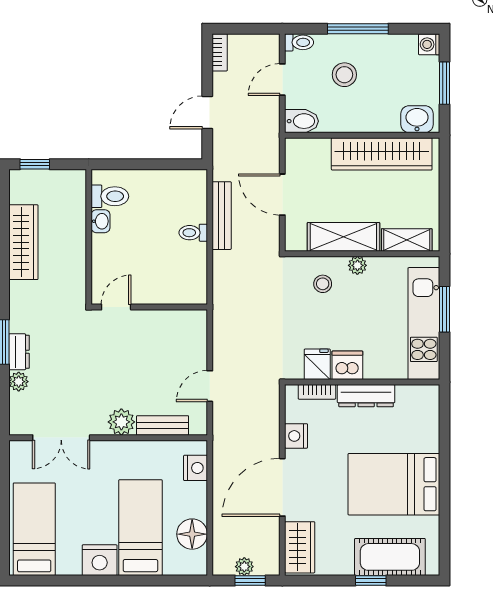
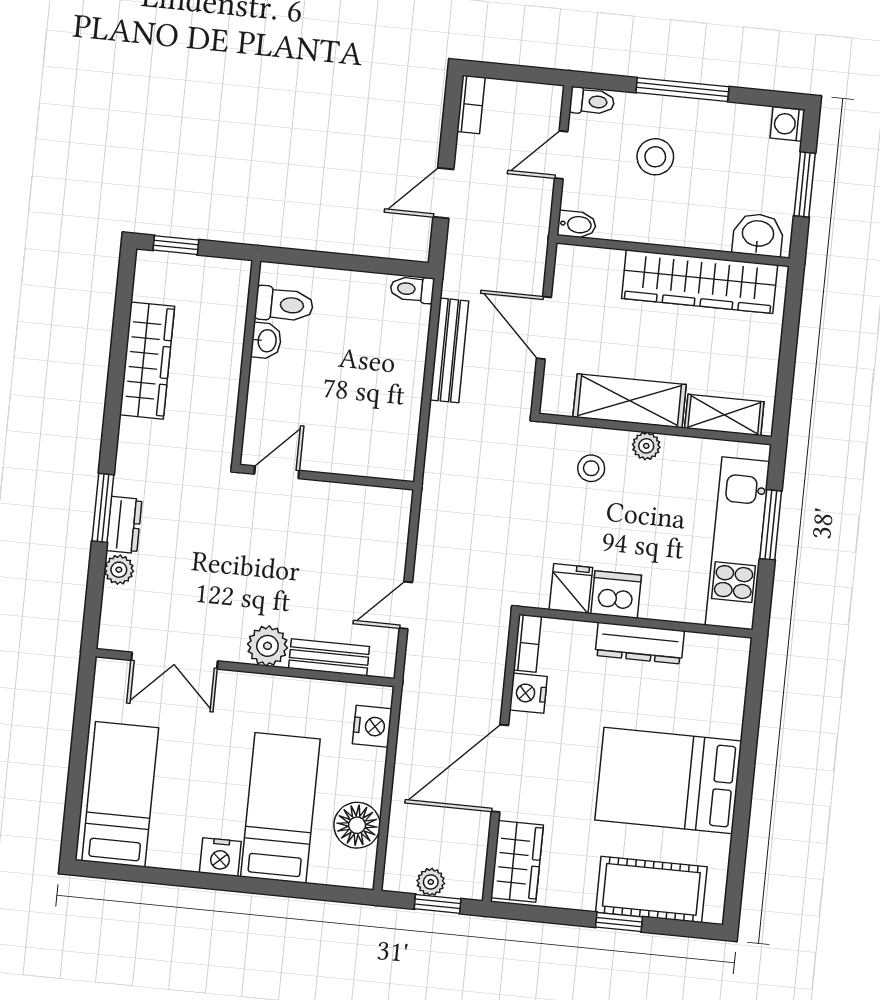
bidet: (302, 121) -> (577, 224), width x0.72, depth x0.74
toilet: (193, 233) -> (412, 289), moved
bookcase: (317, 392) -> (527, 643), moved, turned -90
nightstand: (100, 560) -> (220, 857), width x0.74, depth x0.75

